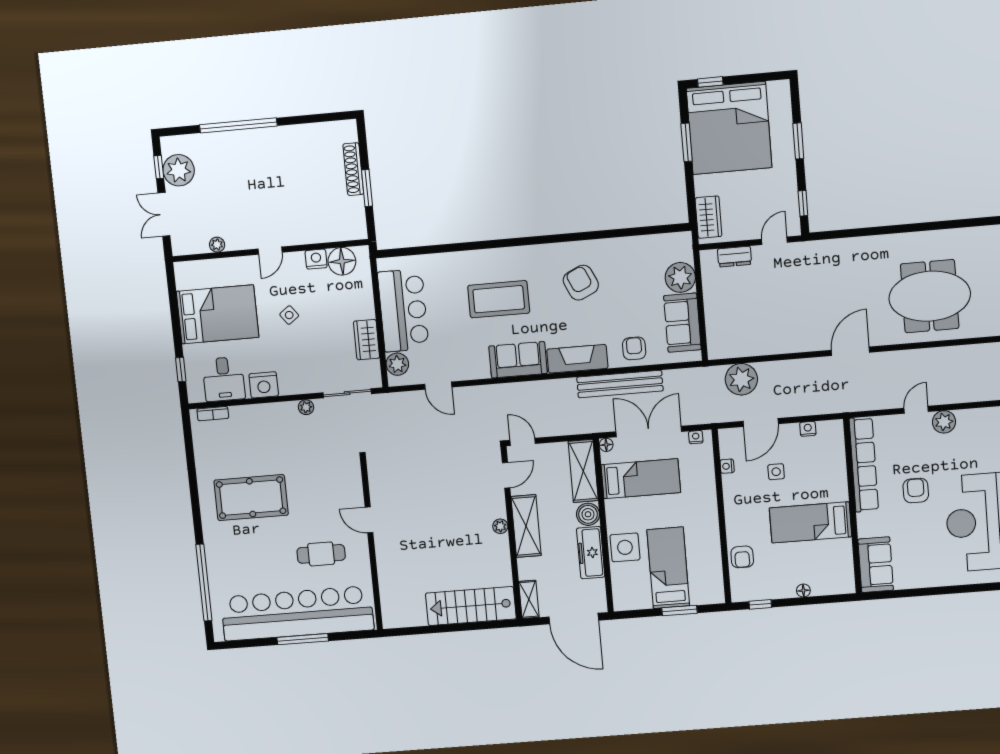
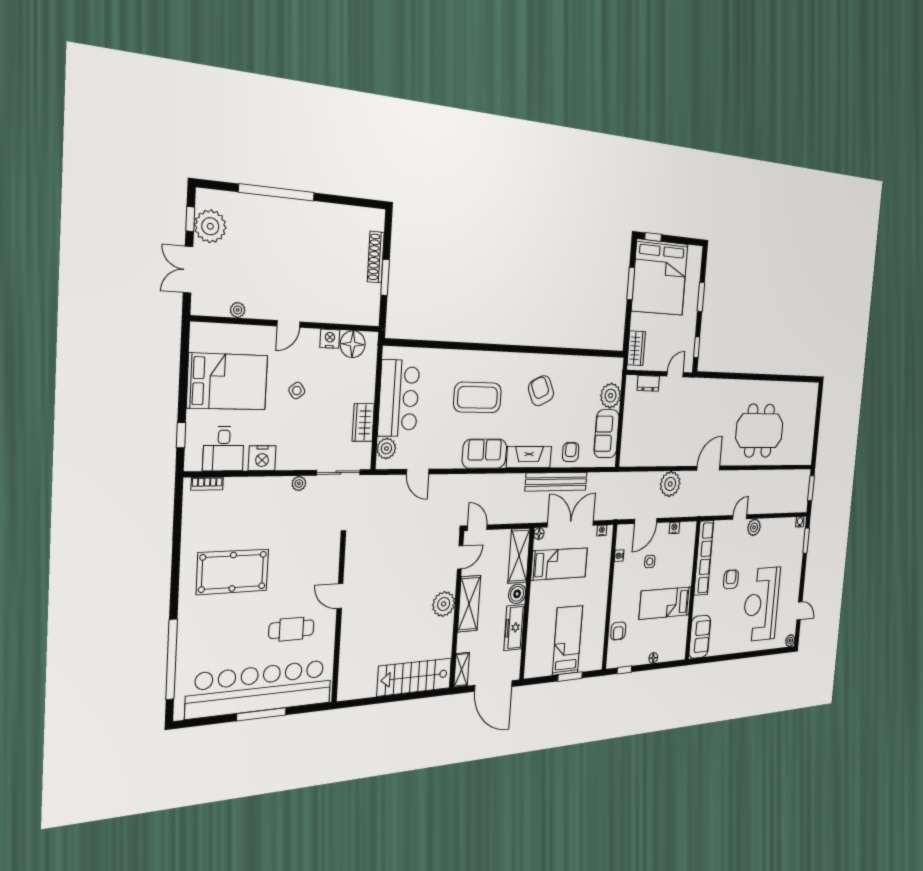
plant: (741, 379) -> (670, 484), moved
plant: (500, 526) -> (444, 604), width x1.88, depth x1.88
side table: (625, 547) -> (540, 623), removed

